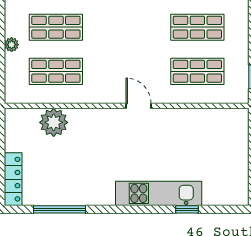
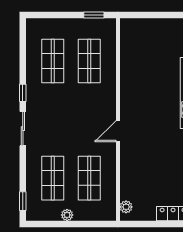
door: (139, 106) -> (118, 131), moved
plant: (54, 122) -> (126, 207), moved, width x0.53, depth x0.53

